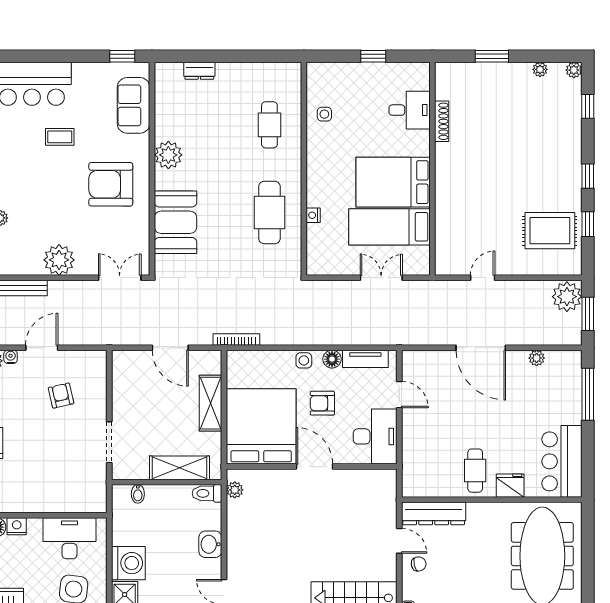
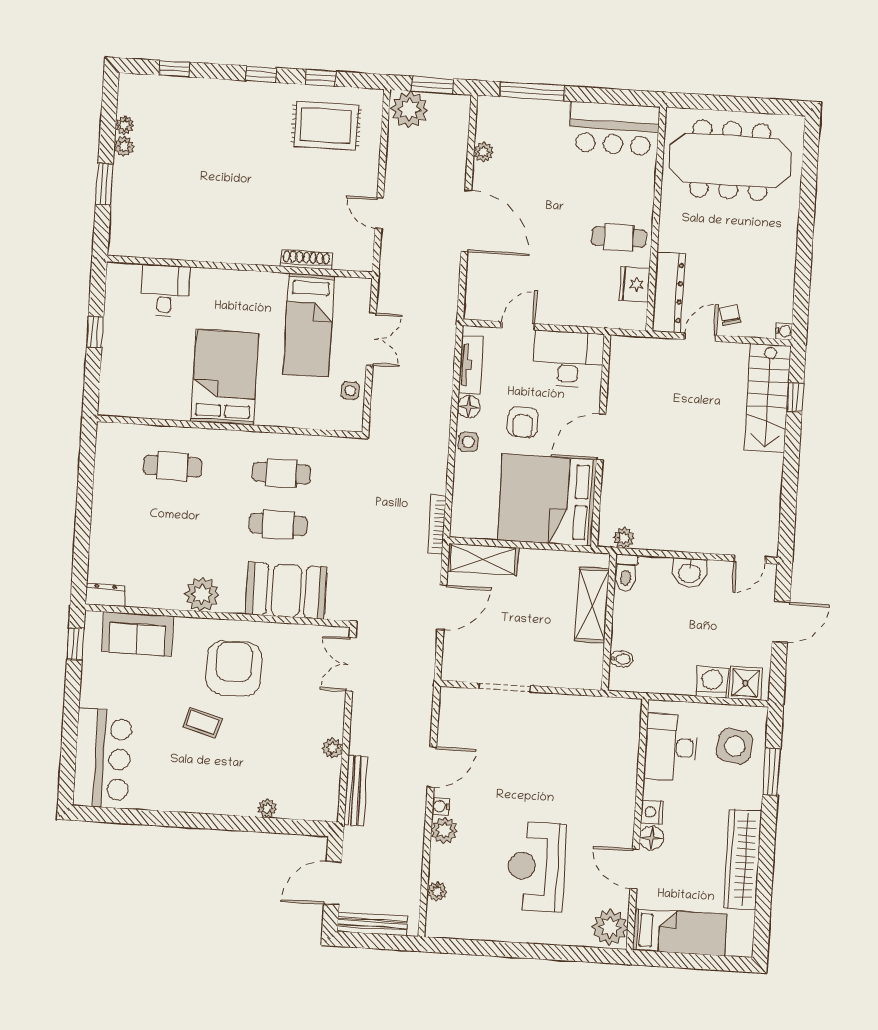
plant: (574, 70) -> (124, 146), moved
dresser: (199, 71) -> (105, 595), moved, turned -90
side table: (324, 114) -> (350, 391), moved
shoe rack: (442, 121) -> (306, 260), moved
coffee table: (60, 137) -> (203, 723), moved, turned -74
bed: (393, 182) -> (225, 377), moved, turned 180
armchair: (111, 184) -> (234, 668), turned 180
cafe table: (228, 212) -> (278, 525), added
cafe table: (269, 212) -> (281, 473), width x0.73, depth x0.74
nightstand: (313, 215) -> (288, 419), removed
rug: (550, 231) -> (326, 126), turned 90
plant: (59, 260) -> (332, 748), width x0.53, depth x0.53
double door: (381, 278) -> (371, 339), swing flipped
door: (42, 348) -> (432, 767), swing flipped
door: (481, 348) -> (466, 221), hinge flipped
armchair: (61, 396) -> (493, 747), removed
shelving: (211, 403) -> (483, 559), moved
doorway: (109, 442) -> (505, 687), moved
fridge: (510, 486) -> (634, 284), moved
washing machine: (128, 563) -> (712, 682), width x0.73, depth x0.73

